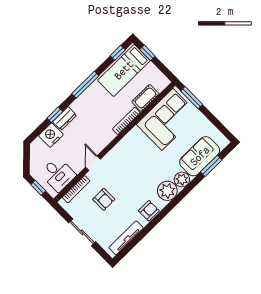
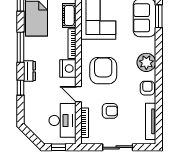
dresser: (65, 118) -> (29, 71), moved
nightstand: (51, 135) -> (68, 69), moved, turned 180
armchair: (129, 164) -> (103, 71), added
desk: (58, 174) -> (63, 120), width x1.37
plant: (182, 180) -> (148, 45), removed

